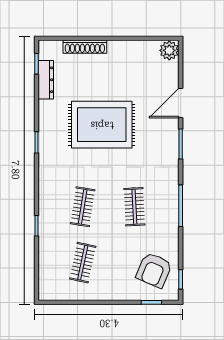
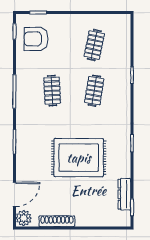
shoe rack: (85, 47) -> (57, 221), moved
door: (181, 103) -> (14, 194), moved
armchair: (154, 270) -> (36, 39), turned -113

